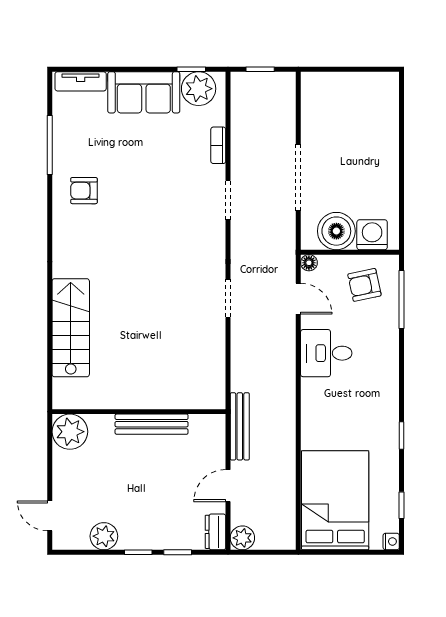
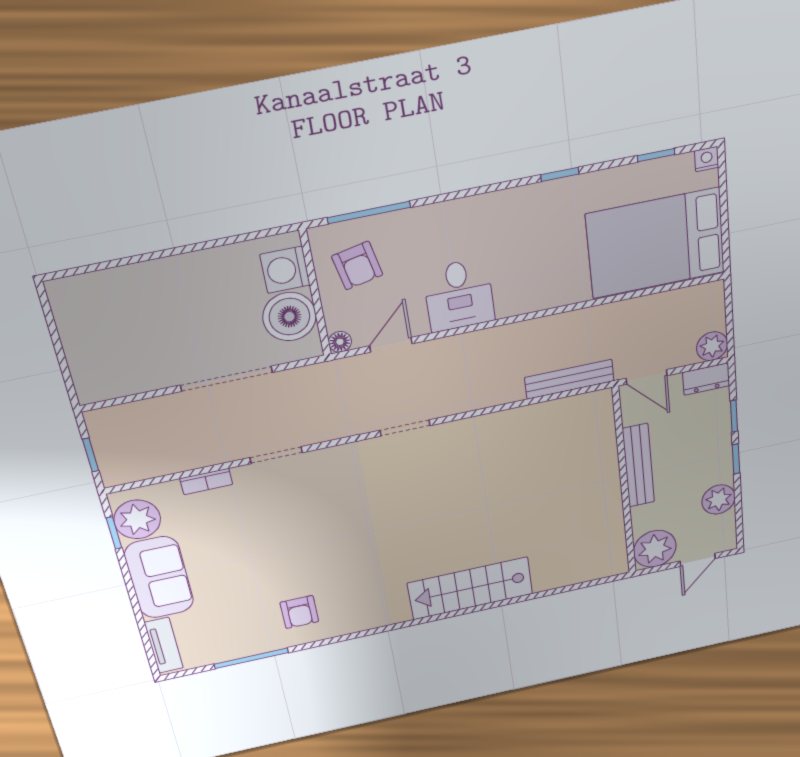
wall: (139, 412) -> (624, 482), moved
bench: (152, 424) -> (638, 466), moved
plant: (70, 432) -> (655, 549), moved

